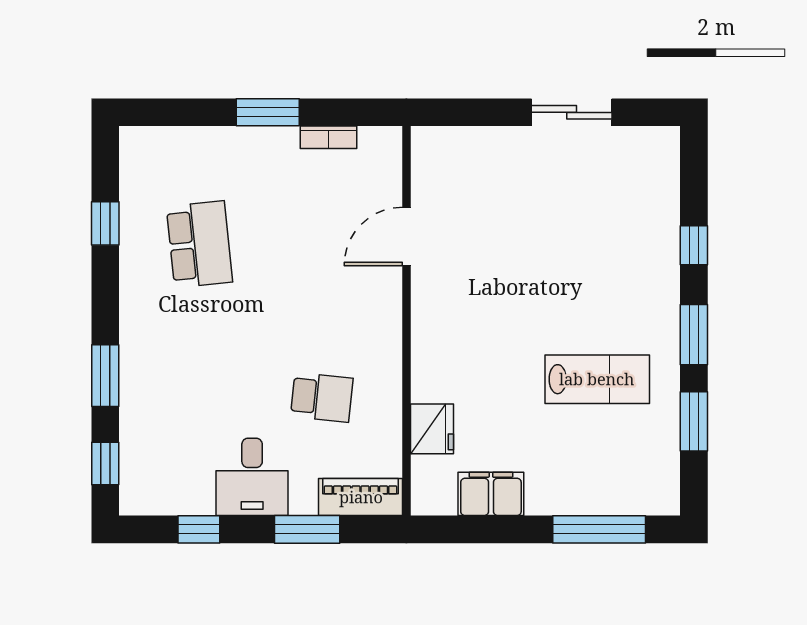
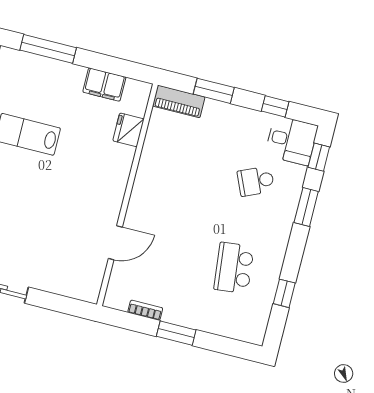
school desk: (322, 397) -> (256, 181), moved, turned -30
desk: (252, 477) -> (291, 140), moved, turned 90

